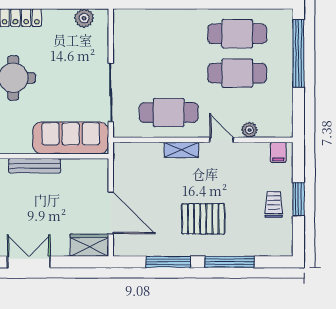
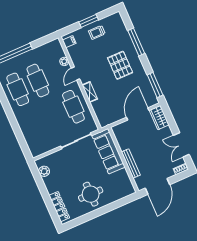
window: (168, 262) -> (155, 85), moved

